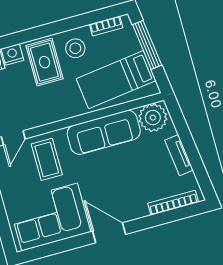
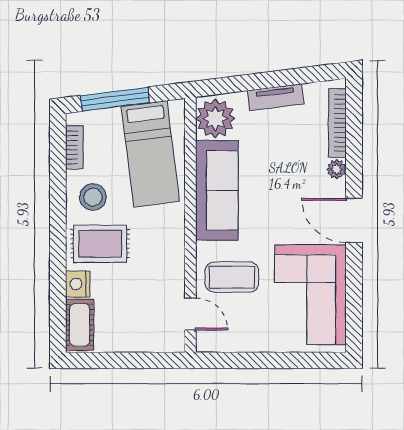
plant: (141, 211) -> (337, 169), added
door: (109, 233) -> (354, 220), hinge flipped

